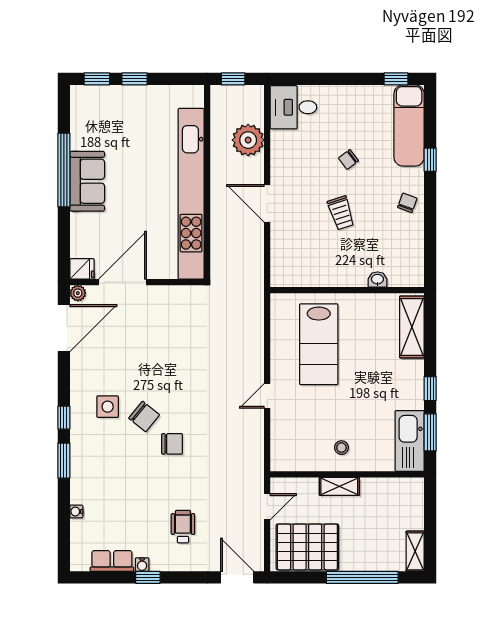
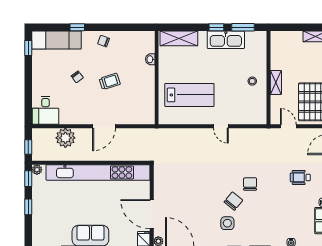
window: (97, 79) -> (28, 179), moved
plant: (196, 93) -> (37, 170), added
kitchen sink: (410, 441) -> (226, 40), moved

